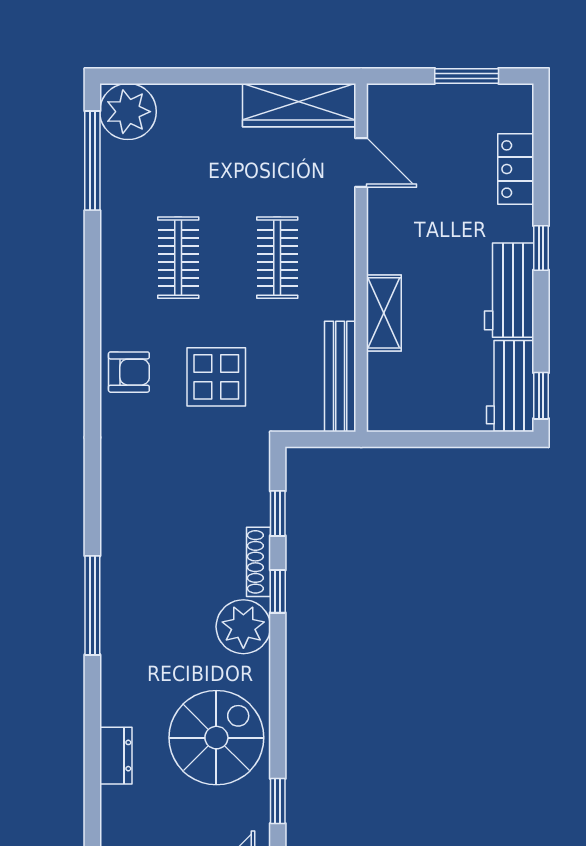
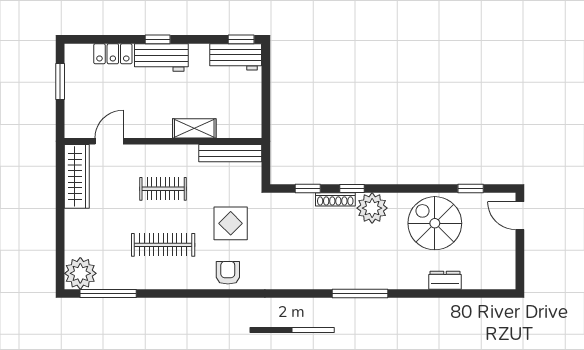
clothes rail: (178, 258) -> (163, 245), width x1.36
workbench: (509, 290) -> (161, 57), moved

